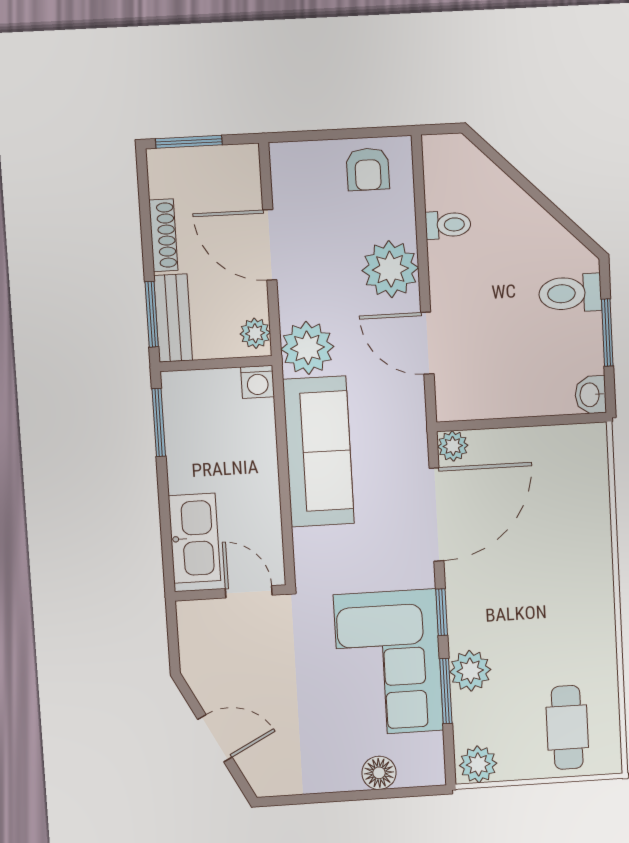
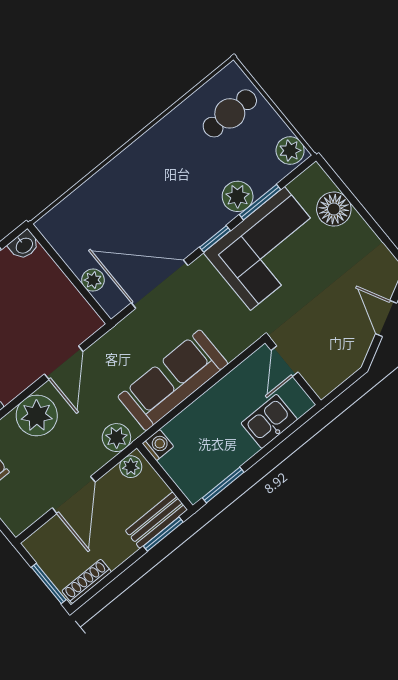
shoe rack: (163, 235) -> (87, 581), moved
plant: (307, 348) -> (116, 438), width x0.73, depth x0.73
plant: (453, 446) -> (93, 280), moved
kitchen sink: (194, 538) -> (269, 421), width x0.73
floor lamp: (379, 773) -> (334, 209), width x1.38, depth x1.38

